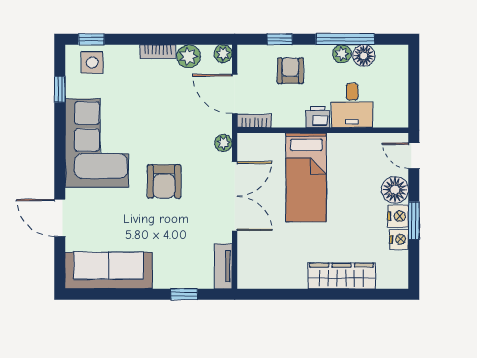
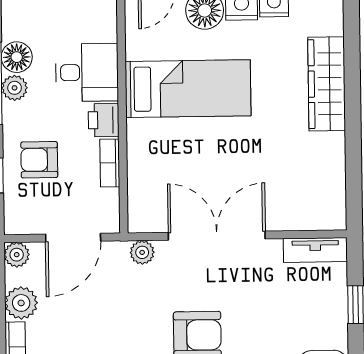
bookcase: (254, 121) -> (110, 163), moved
bed: (306, 177) -> (188, 89), moved

